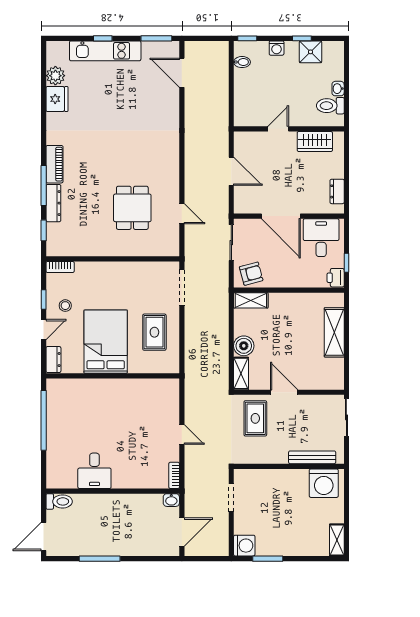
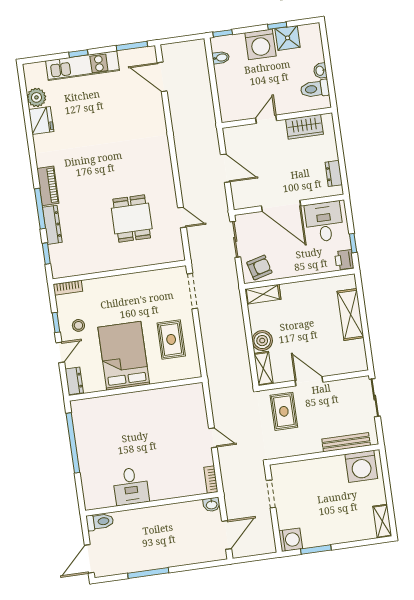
washing machine: (277, 48) -> (260, 44), width x1.89, depth x1.89

